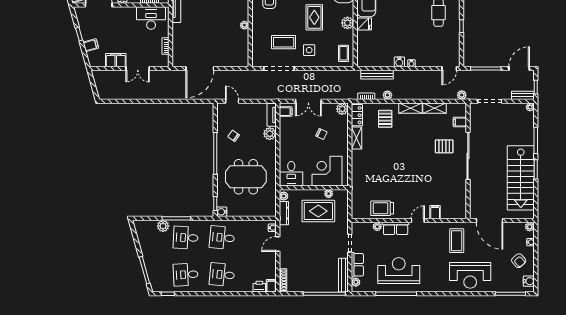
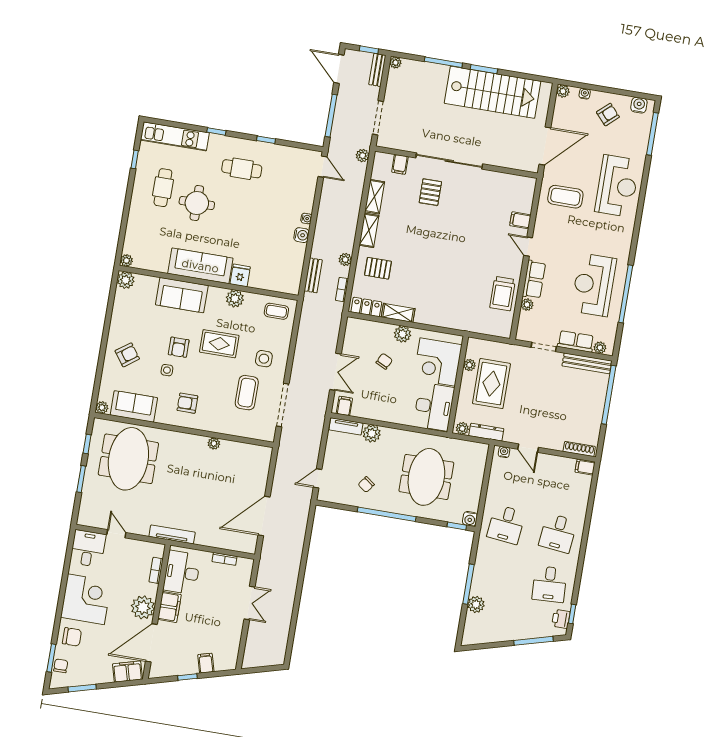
filing cabinet: (116, 60) -> (170, 607), moved, turned 180
door: (200, 68) -> (264, 516), swing flipped
bench: (377, 75) -> (313, 275), width x0.73
plant: (342, 109) -> (402, 334), moved
desk: (291, 174) -> (434, 407), width x1.37
desk: (186, 238) -> (498, 575), removed
printer: (259, 287) -> (561, 619), moved

